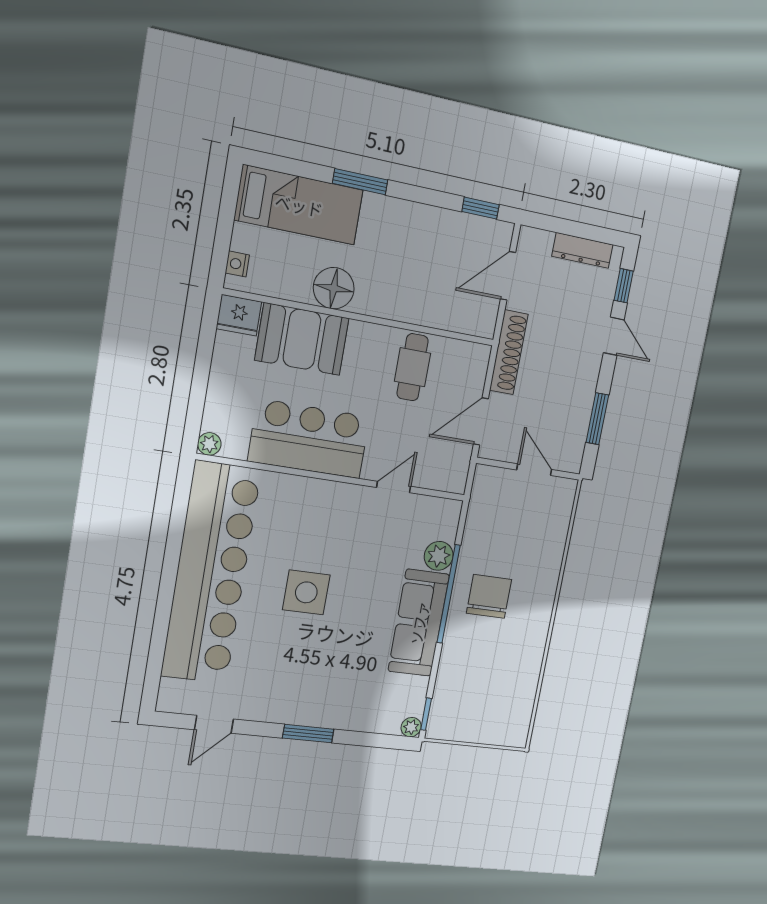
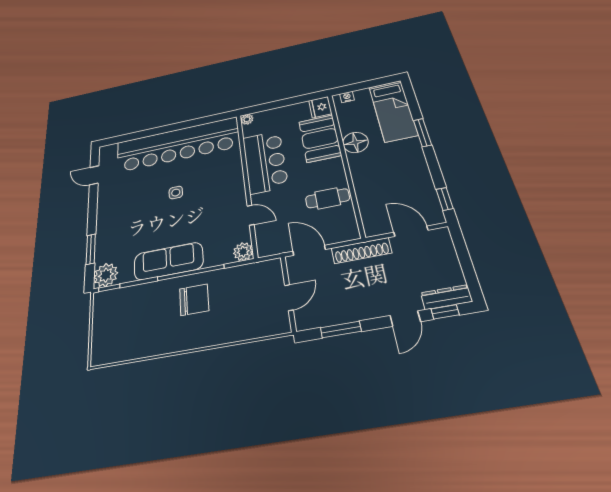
dresser: (582, 250) -> (446, 297), moved, turned 90
plant: (439, 556) -> (243, 252), moved
side table: (306, 592) -> (176, 193), width x0.54, depth x0.54
plant: (411, 727) -> (106, 275), width x1.88, depth x1.88
window: (308, 734) -> (91, 249), moved

